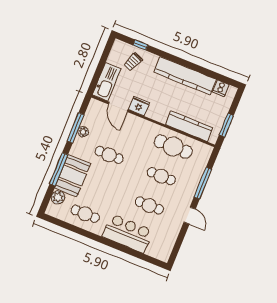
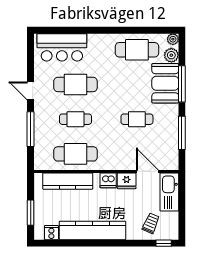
window: (140, 45) -> (164, 243), moved
dishwasher: (155, 113) -> (108, 180), added
window: (226, 125) -> (31, 213), moved
plant: (83, 132) -> (173, 39), moved
cafe table: (149, 206) -> (75, 84), width x1.37, depth x1.35
cafe table: (85, 214) -> (137, 50), width x1.37, depth x1.35
bar counter: (128, 233) -> (62, 47), moved

